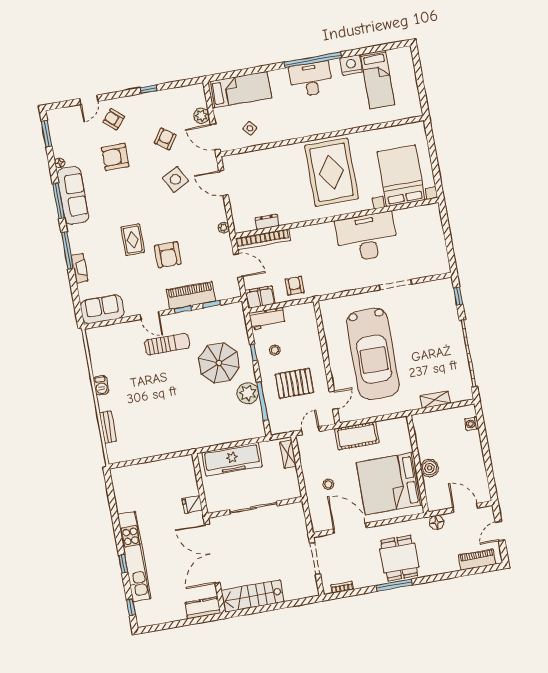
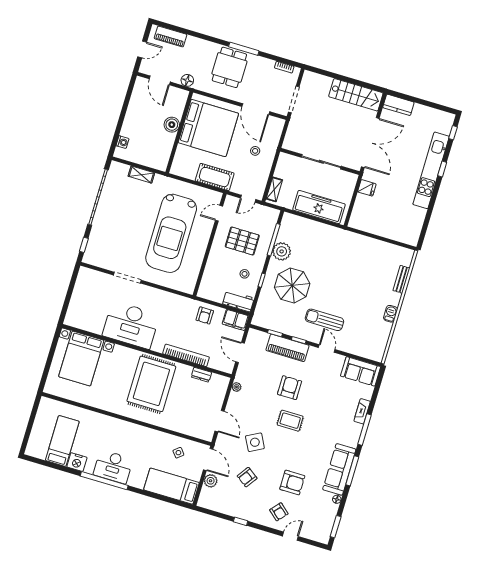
rug: (331, 172) -> (151, 384), moved
bookcase: (263, 239) -> (186, 355), moved
rug: (133, 240) -> (290, 421), moved, turned 90
car: (373, 354) -> (171, 233), turned 180

